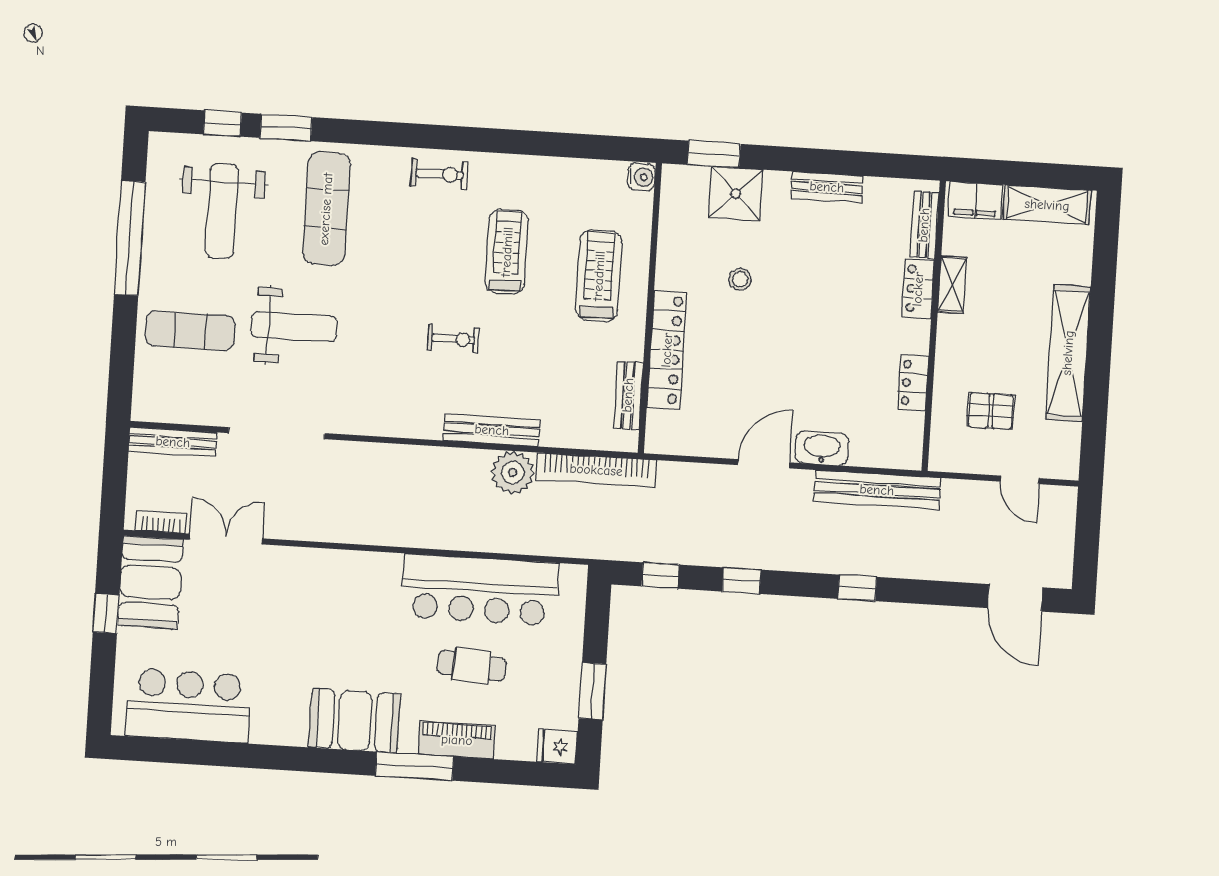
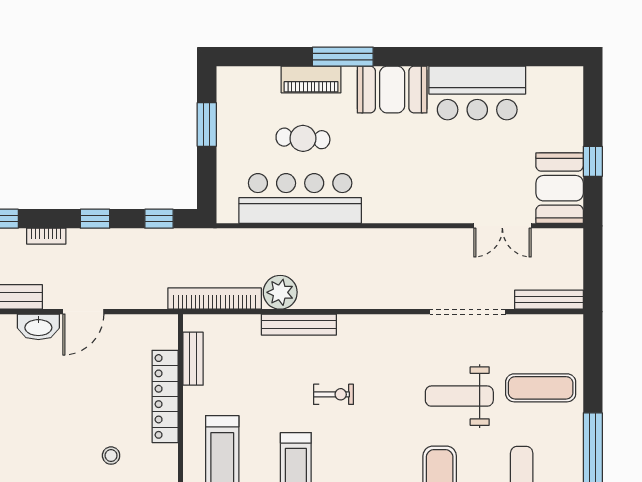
exercise bike: (453, 339) -> (333, 394), turned 180
bookcase: (161, 522) -> (46, 236), moved
bar counter: (189, 706) -> (477, 93), moved
fridge: (557, 747) -> (232, 79), removed

